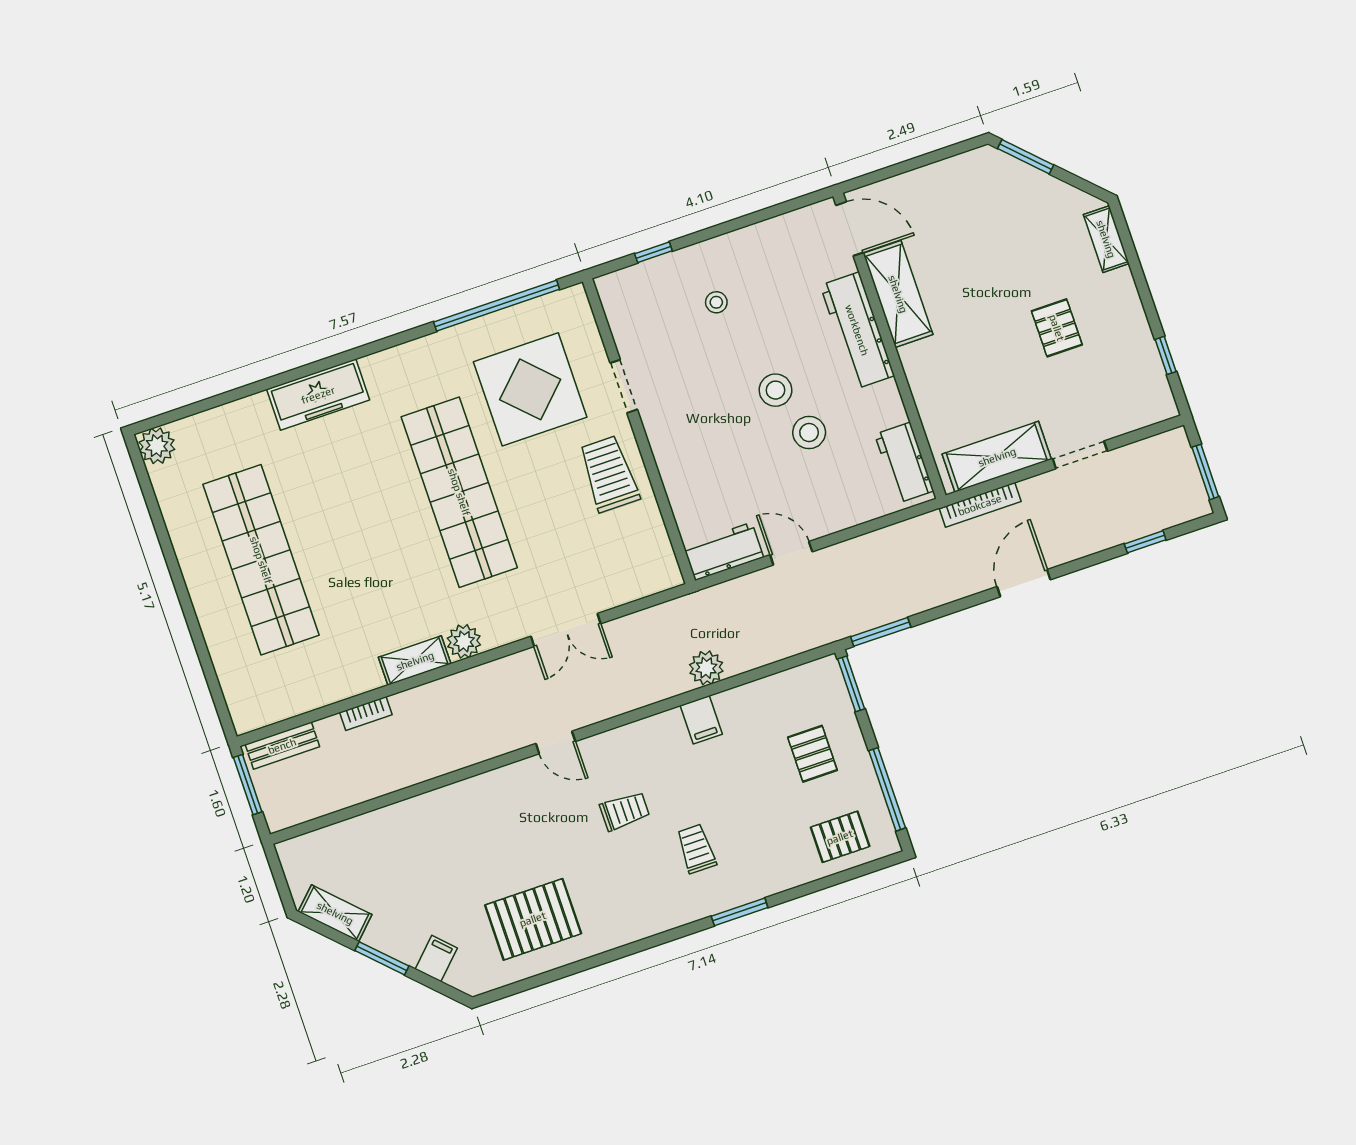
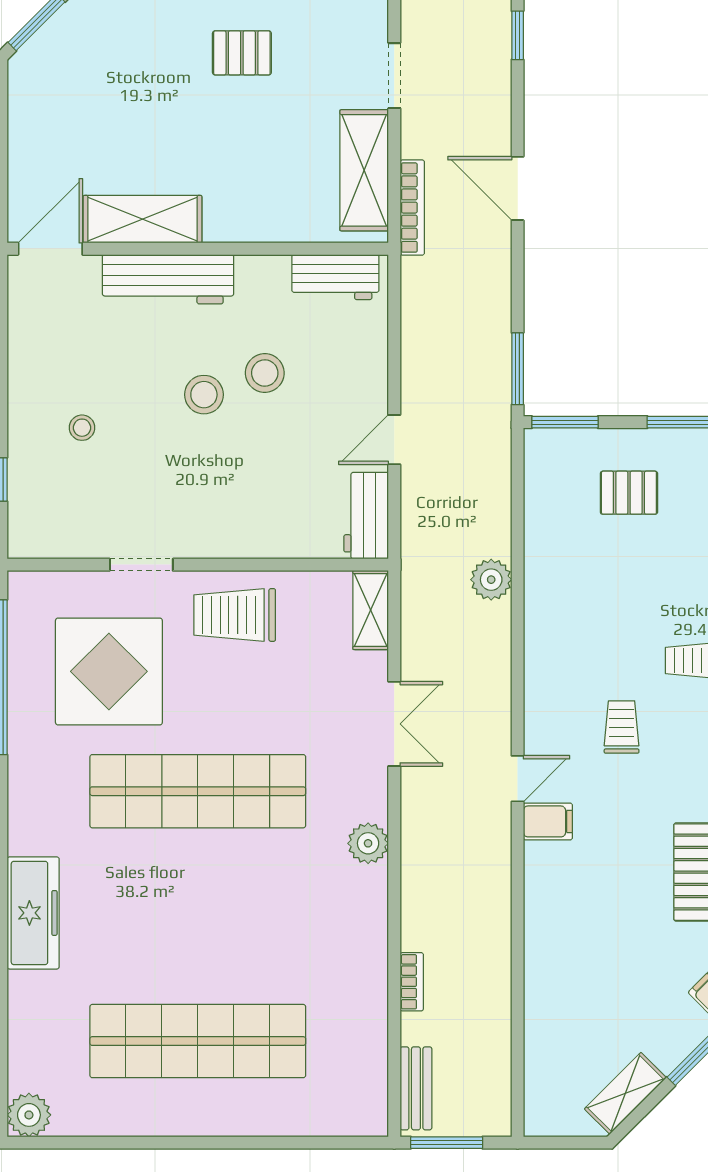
shelving: (415, 661) -> (371, 610), moved
filing cabinet: (701, 720) -> (548, 821), moved

